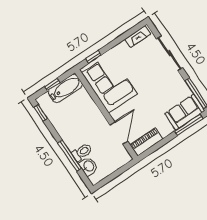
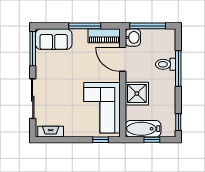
shower: (89, 113) -> (137, 94), added
window: (189, 125) -> (85, 26), moved
door: (119, 133) -> (123, 59), hinge flipped
washbasin: (88, 166) -> (133, 37), moved, turned 180
window: (117, 173) -> (148, 26), added

